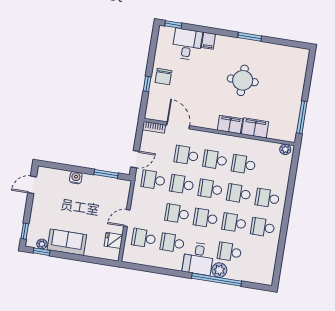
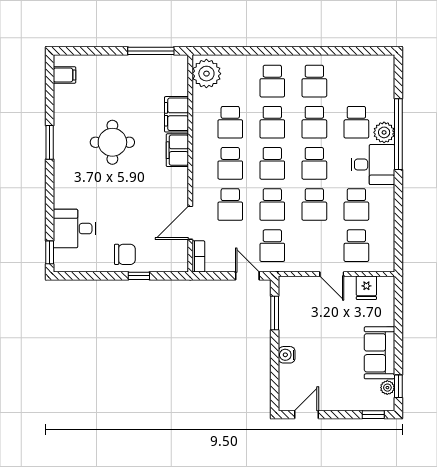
filing cabinet: (208, 41) -> (65, 75), moved
plant: (285, 149) -> (206, 74), width x1.87, depth x1.87
door: (32, 185) -> (307, 415), swing flipped

